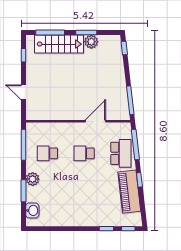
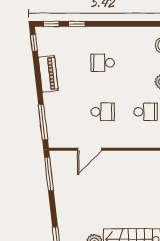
school desk: (121, 153) -> (103, 63), moved, width x0.54
window: (139, 180) -> (34, 43), moved
piano: (129, 192) -> (48, 74), width x0.73, depth x0.75

